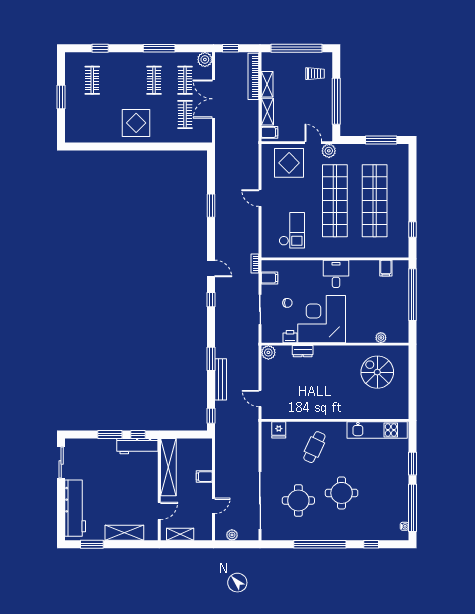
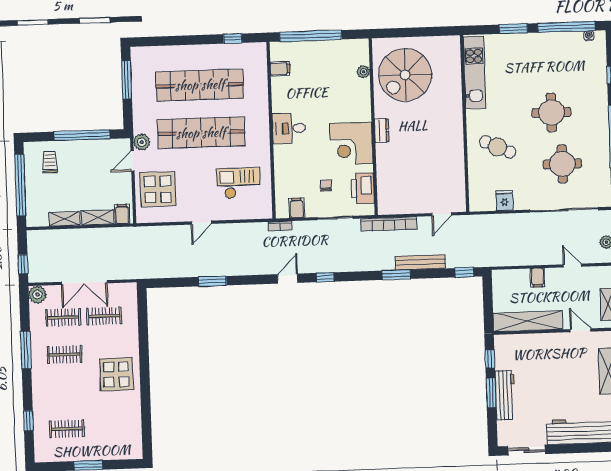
bookcase: (253, 76) -> (389, 224), moved
corner desk: (322, 319) -> (351, 144), width x0.74, depth x0.74
printer: (290, 337) -> (363, 188), width x1.87, depth x1.48
dresser: (303, 351) -> (382, 130), moved
plant: (268, 352) -> (386, 206), removed
spiral stairs: (377, 372) -> (405, 75), width x1.37, depth x1.37
fridge: (279, 430) -> (505, 201), moved, turned -90
workbench: (137, 446) -> (505, 395), moved

